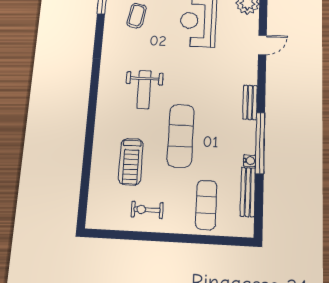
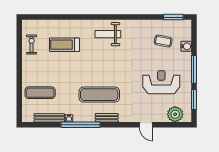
weight bench: (144, 90) -> (108, 34), moved
exercise mat: (181, 136) -> (99, 95), moved
exercise bike: (147, 210) -> (32, 44), moved

